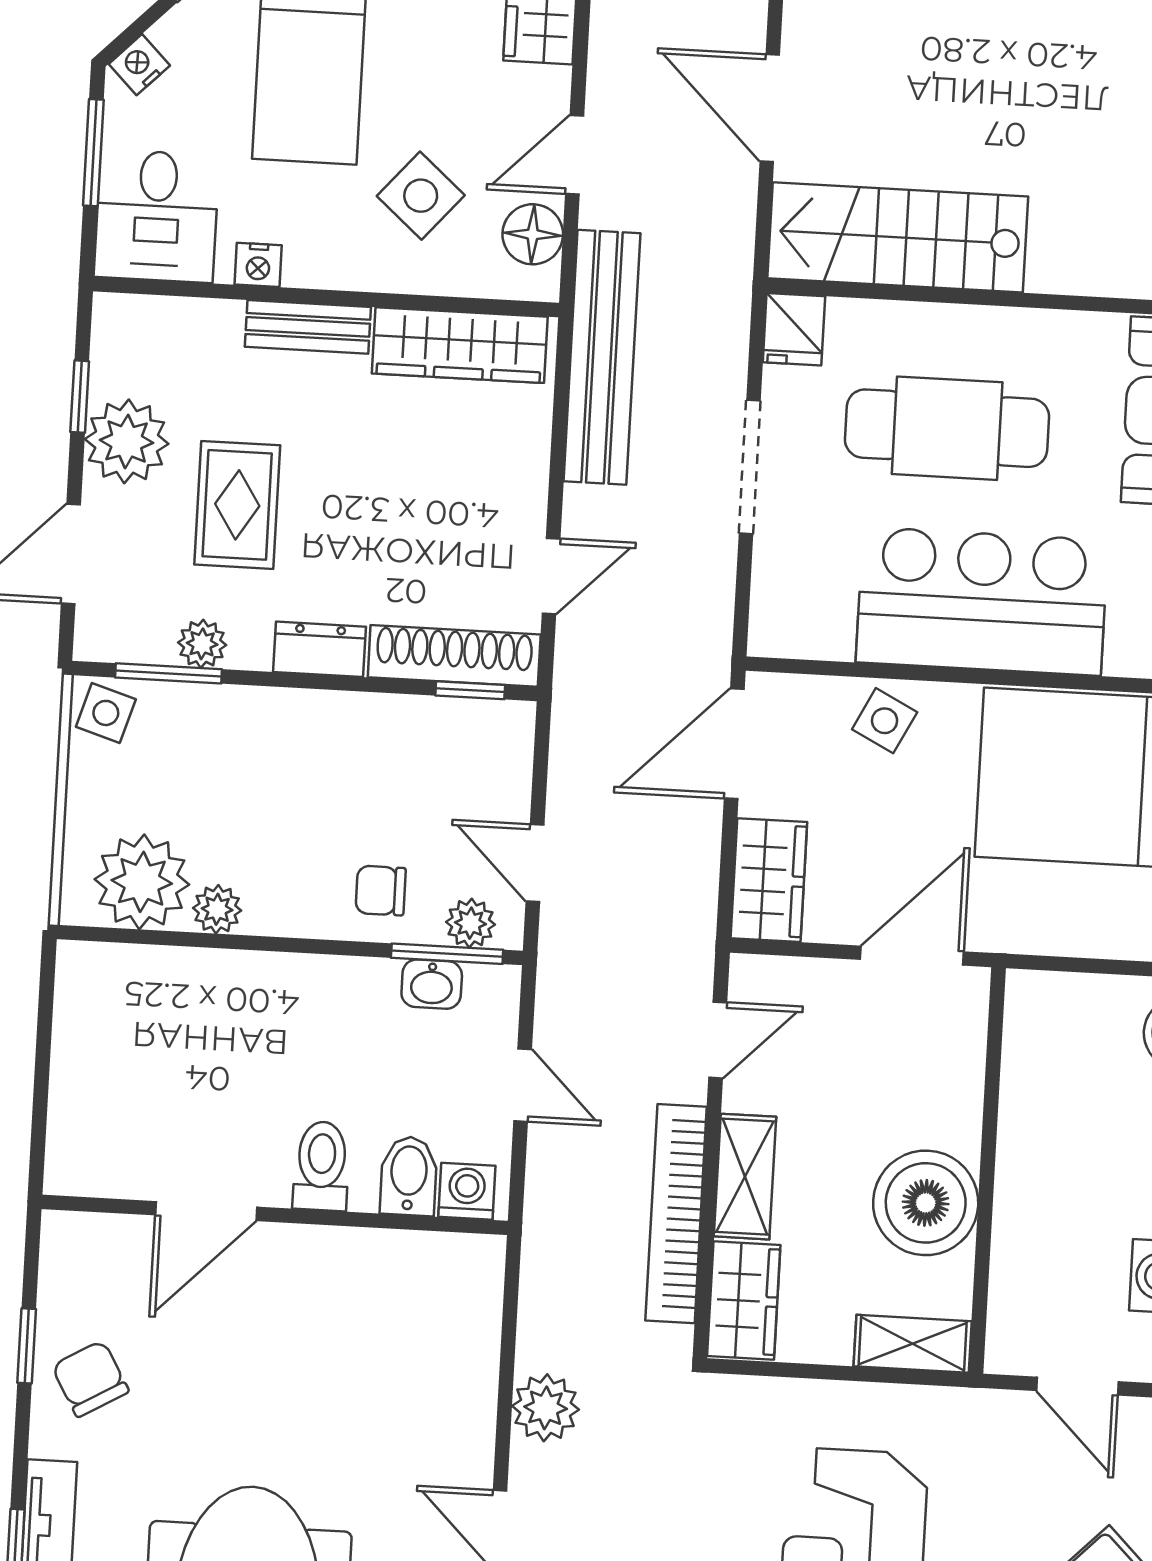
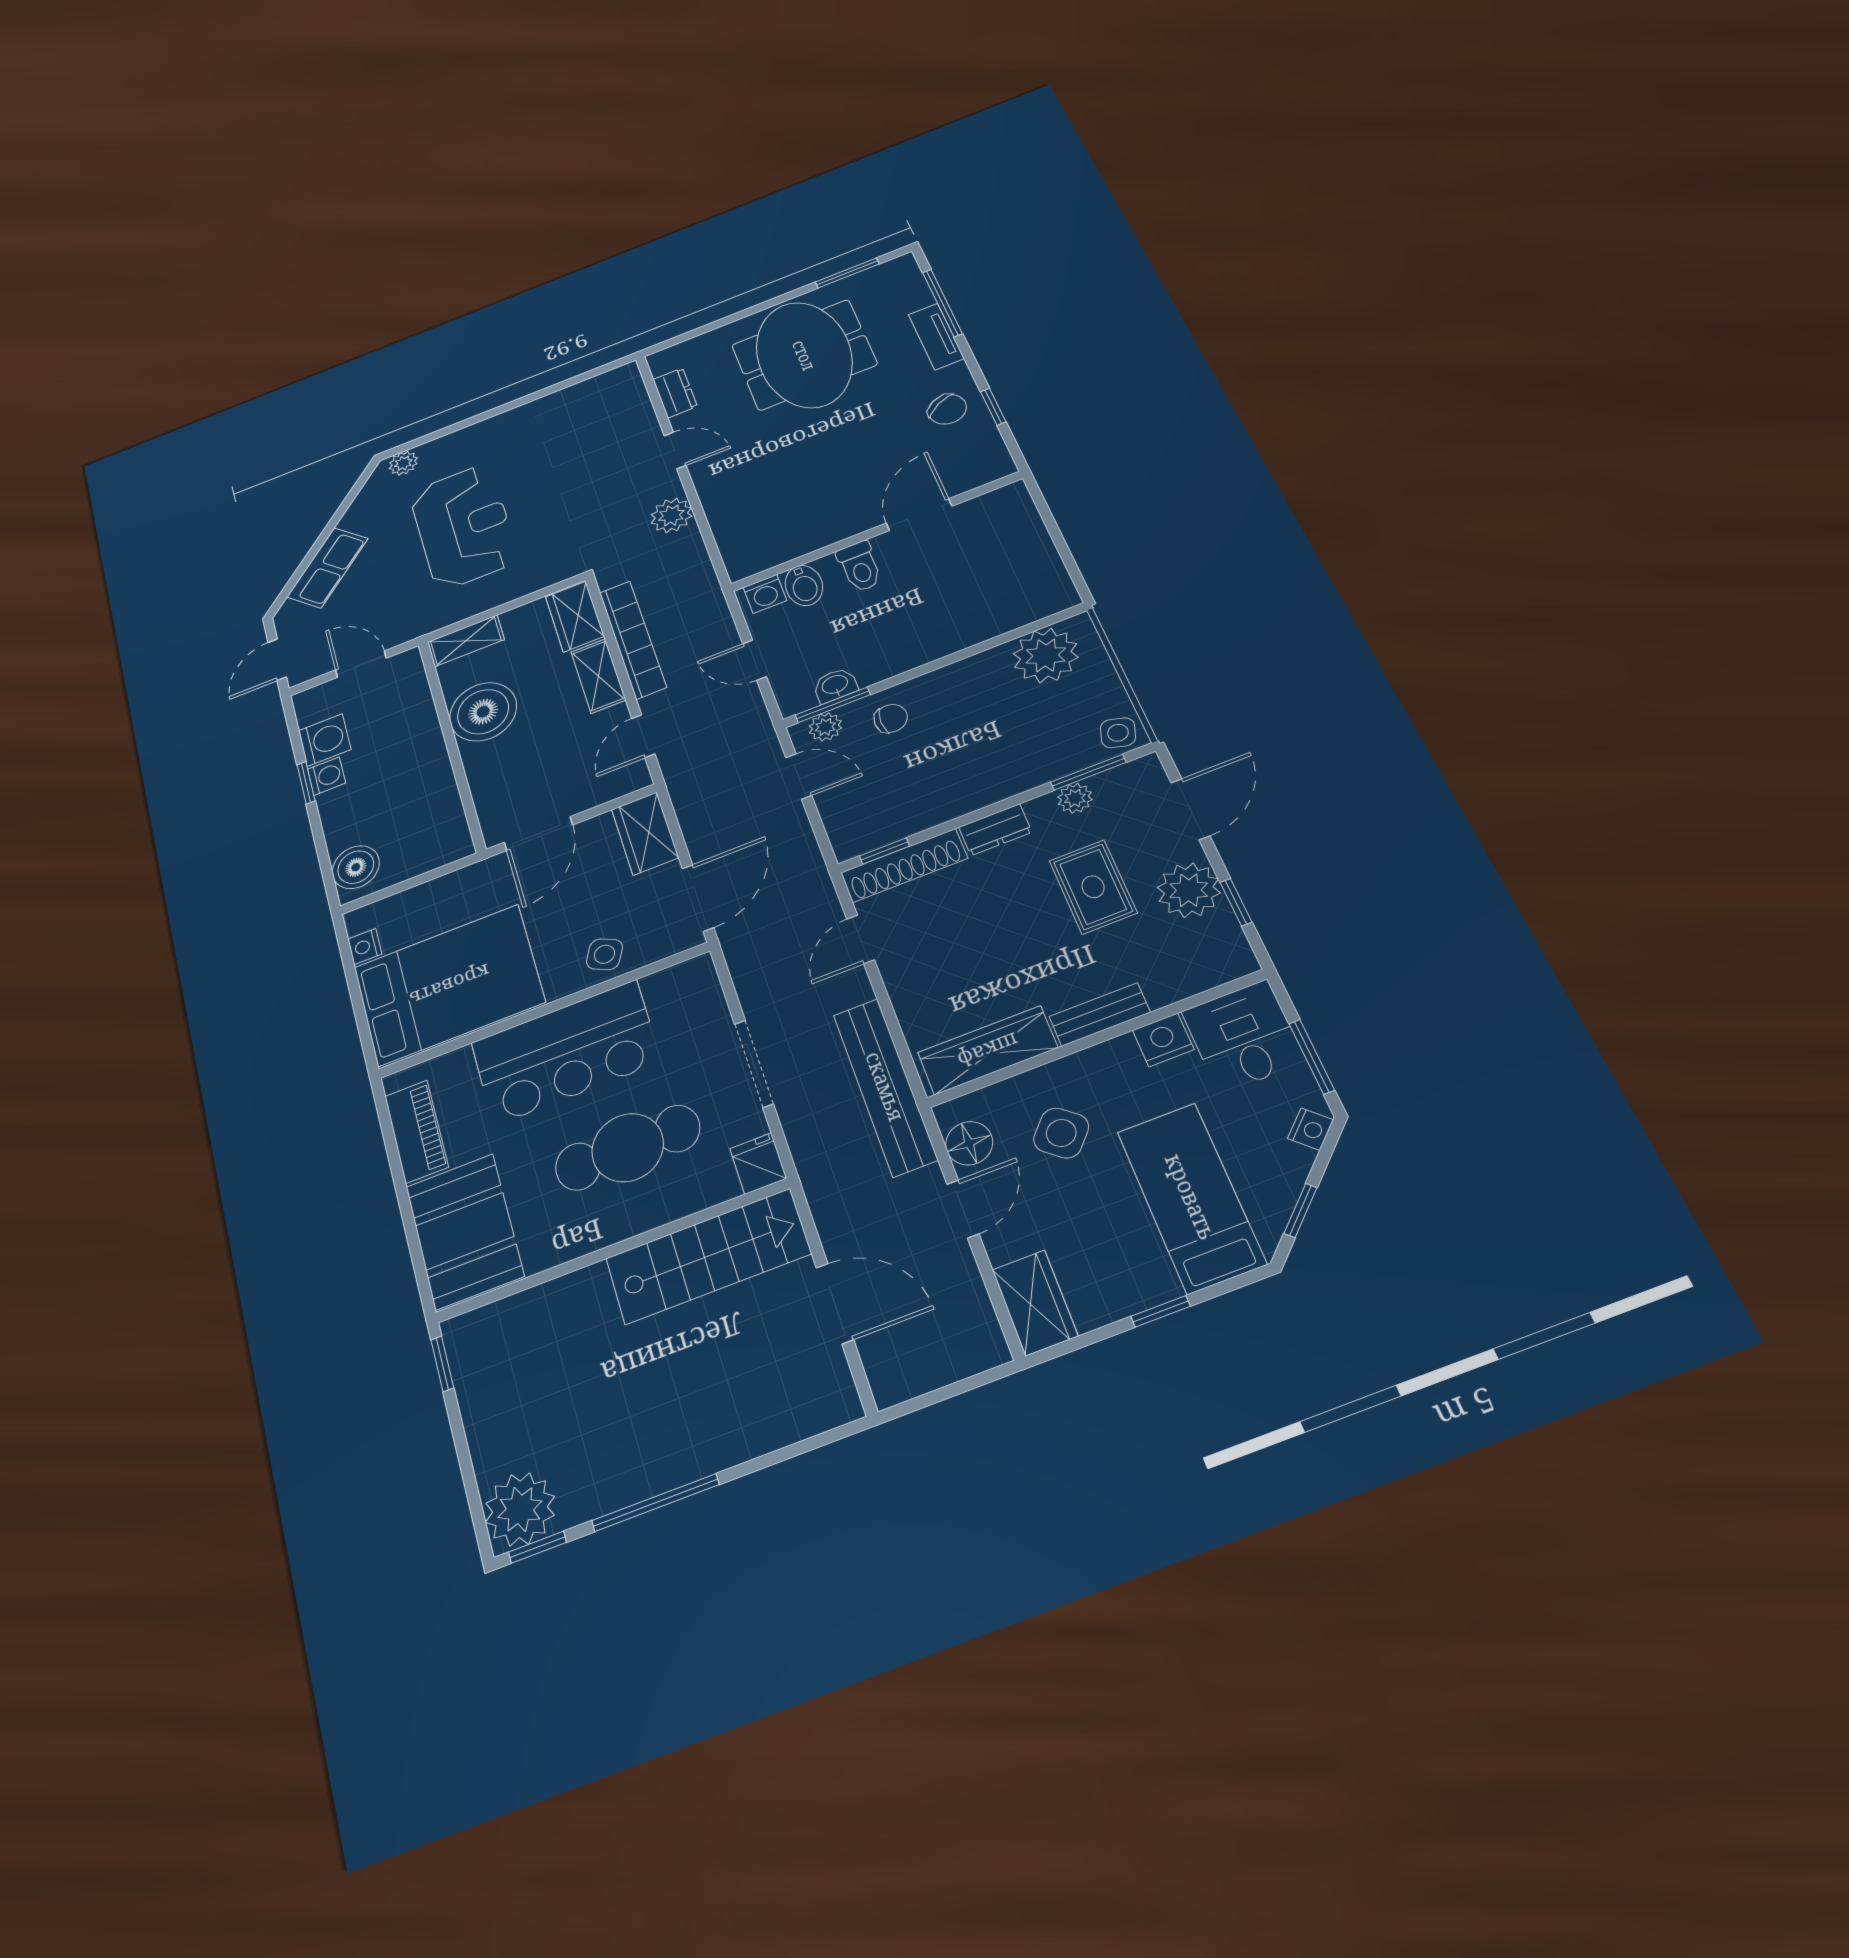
nightstand: (258, 265) -> (1163, 1040), width x1.39, depth x1.35
plant: (217, 909) -> (990, 663), removed

